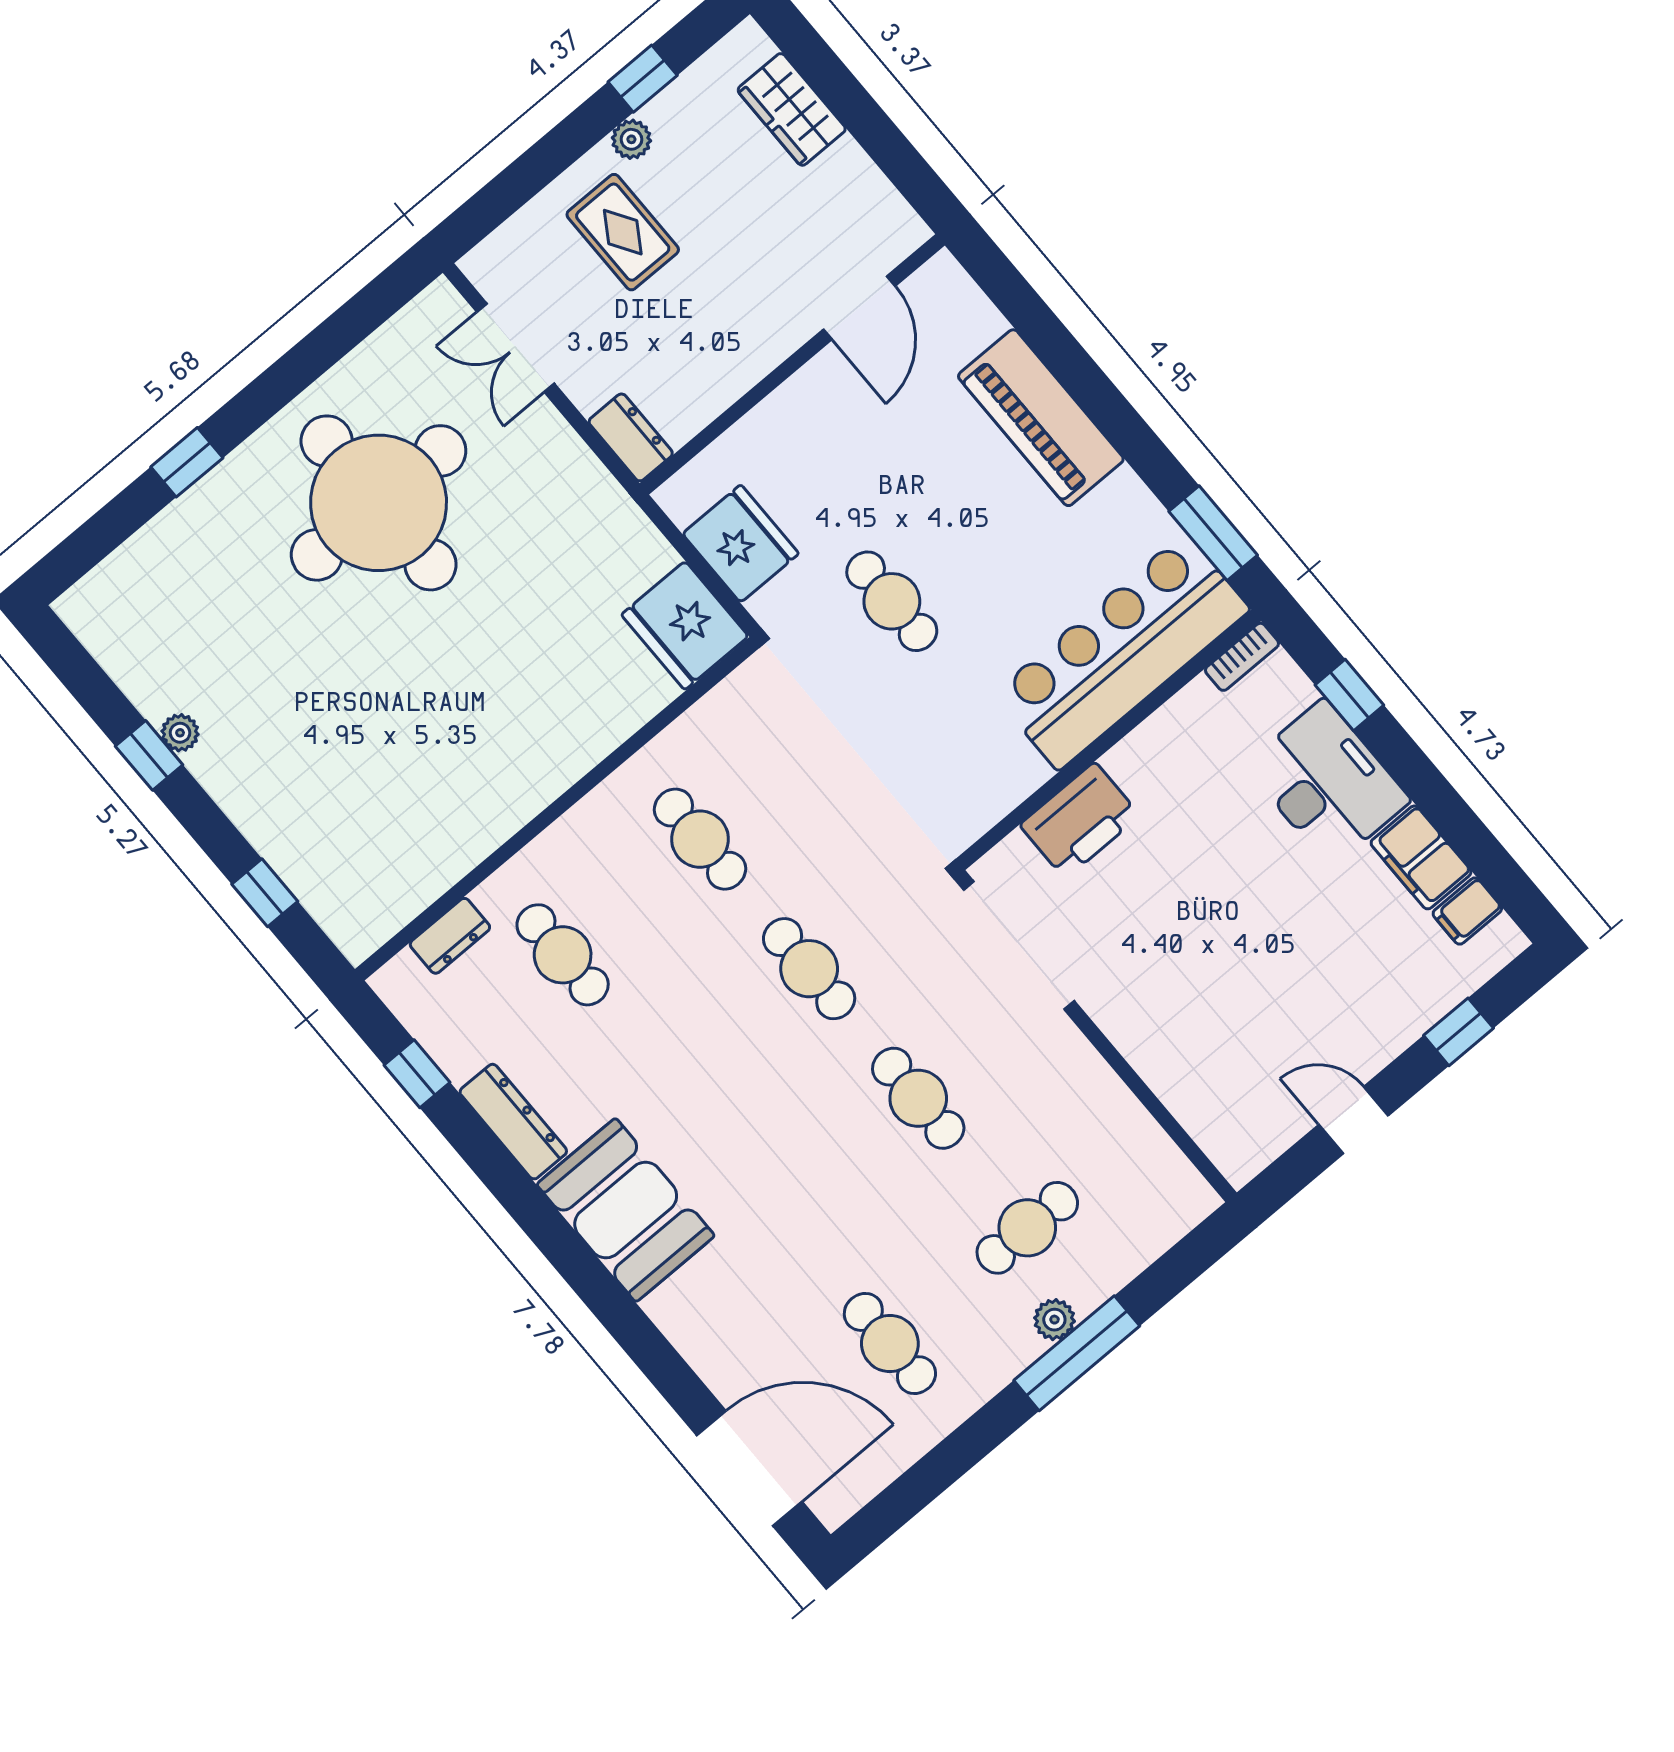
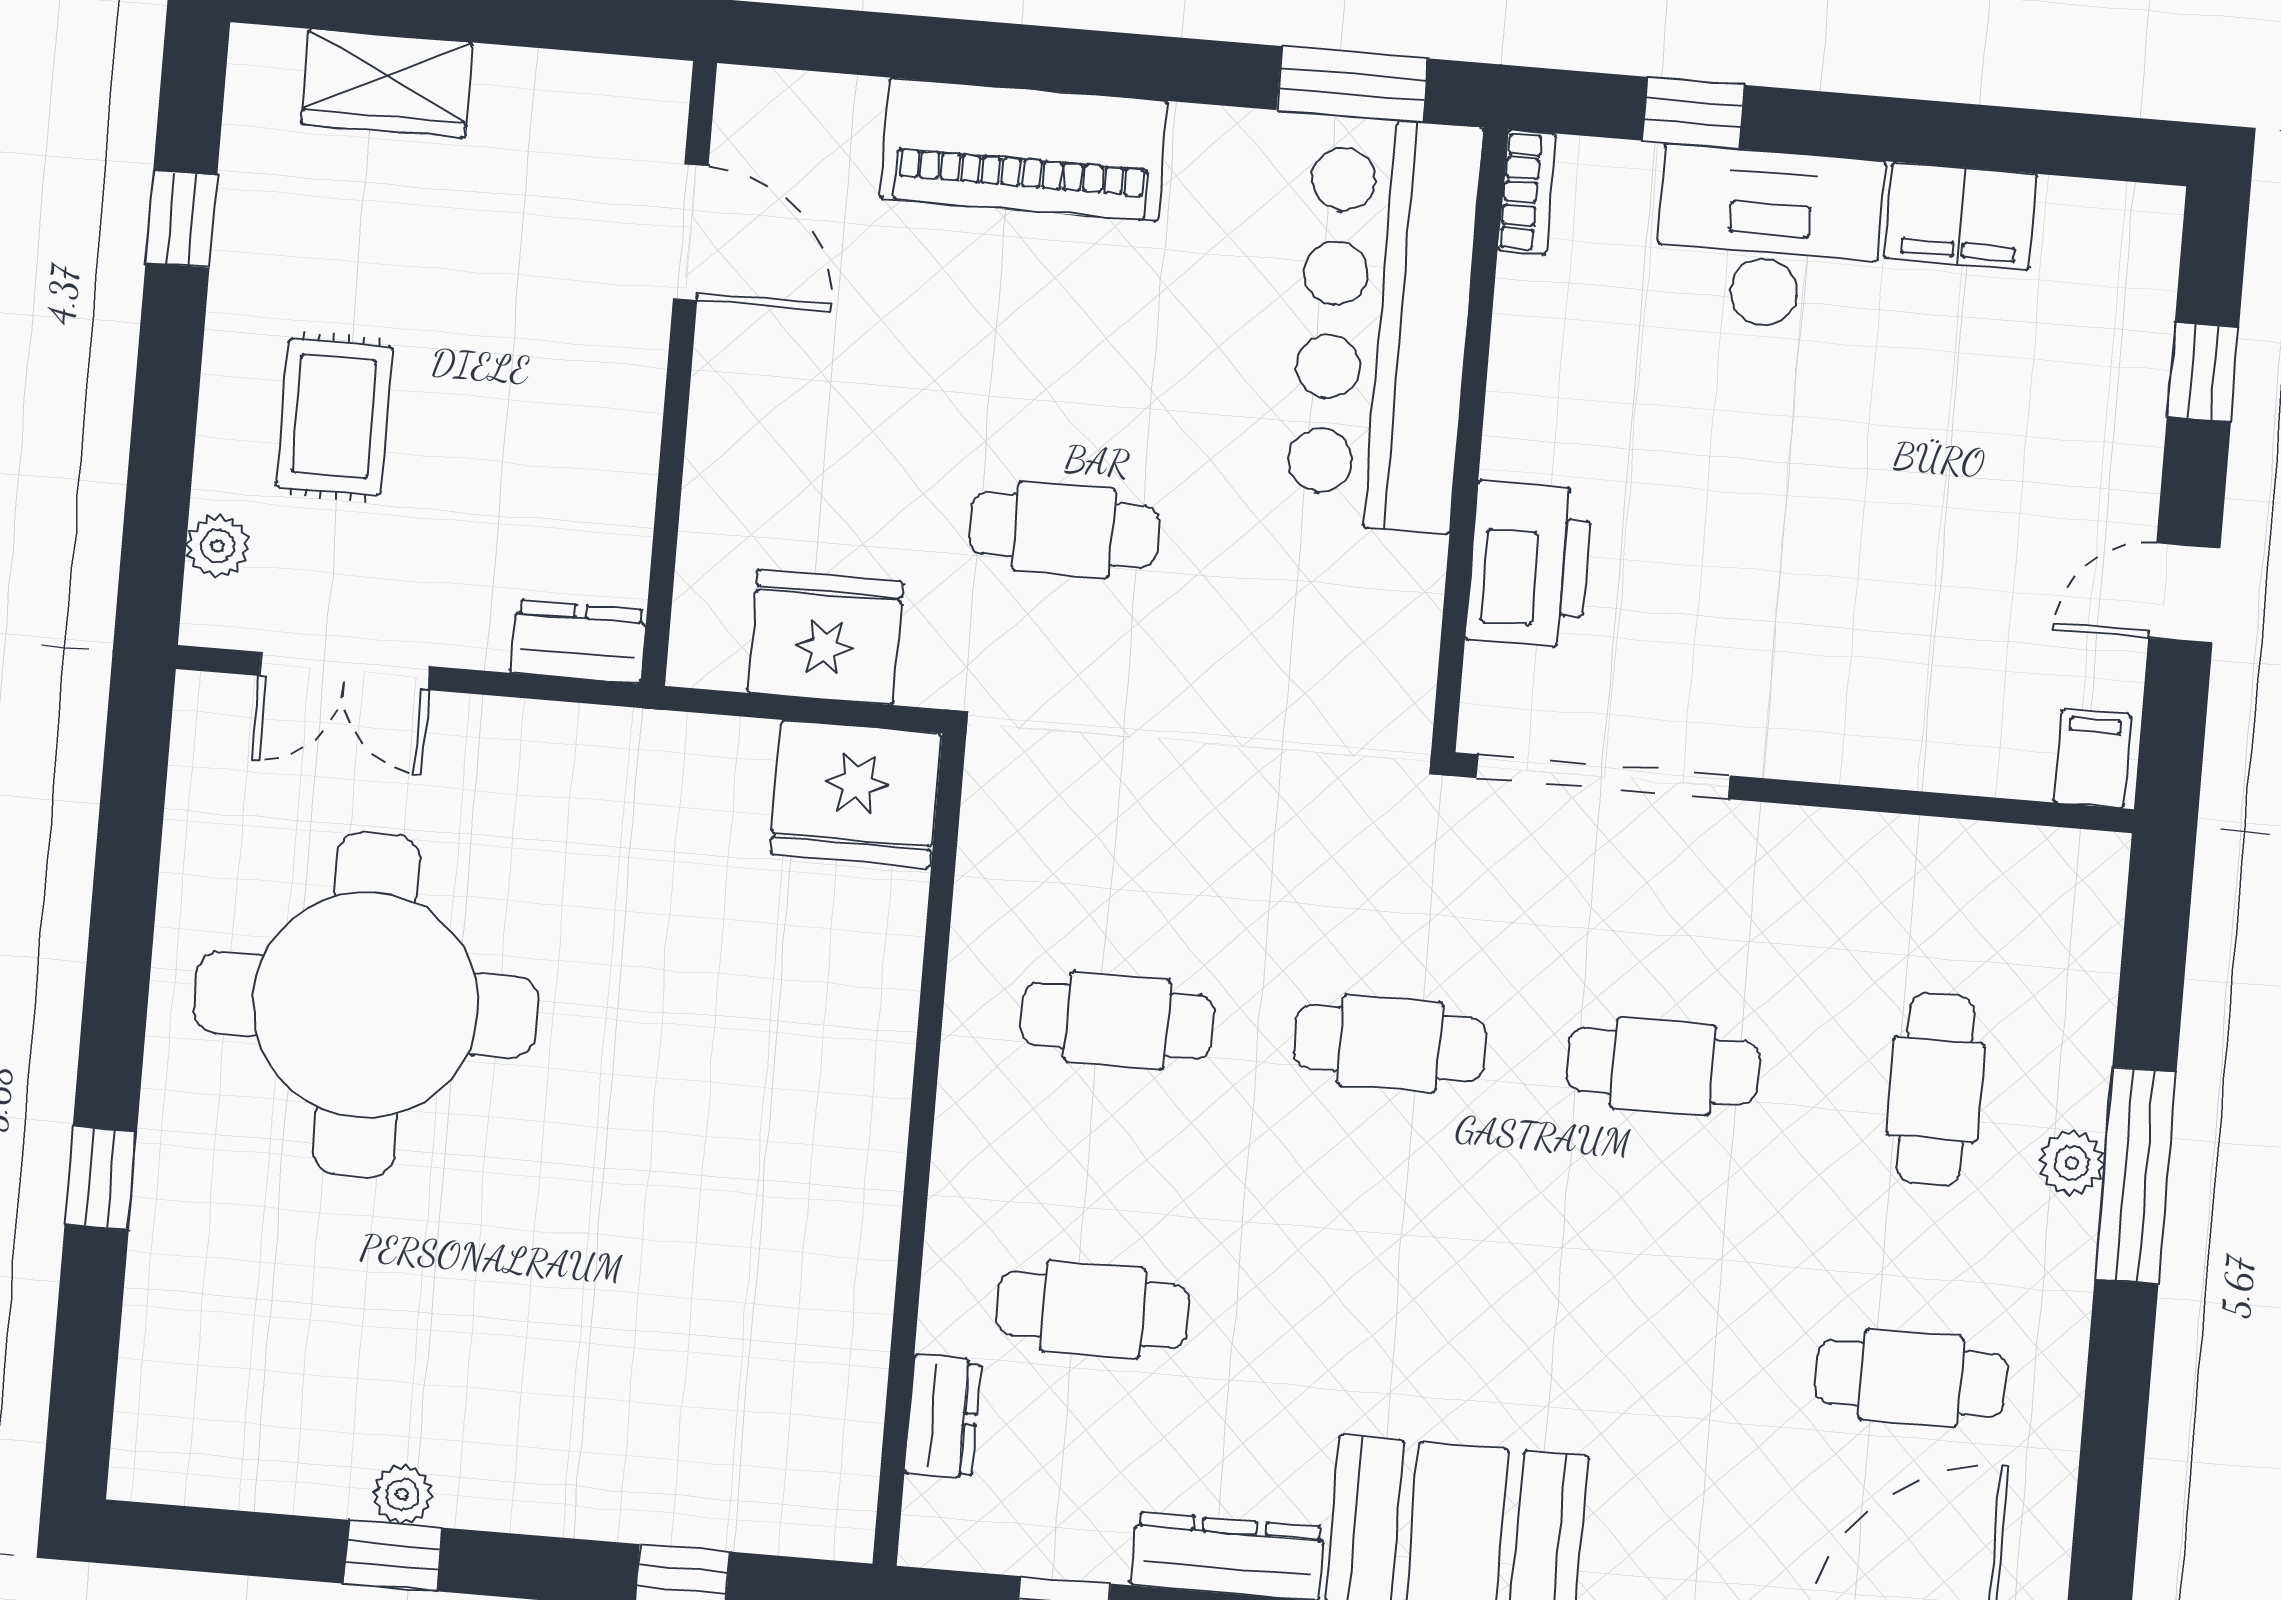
plant: (631, 139) -> (218, 546), moved
rug: (623, 232) -> (334, 417), turned 90
filing cabinet: (1467, 911) -> (2093, 759), moved, turned 180

